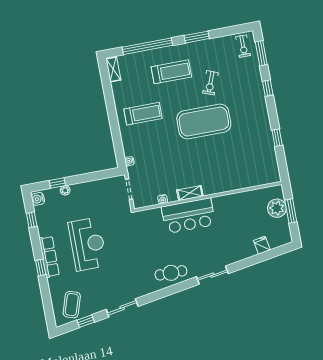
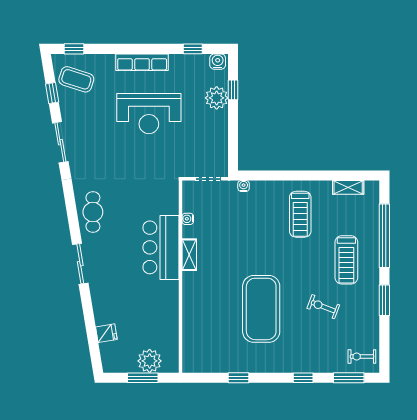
shelving: (113, 69) -> (348, 187), moved
exercise mat: (204, 121) -> (261, 309), moved
plant: (65, 190) -> (217, 98), width x1.87, depth x1.87
window: (41, 268) -> (74, 49), moved

